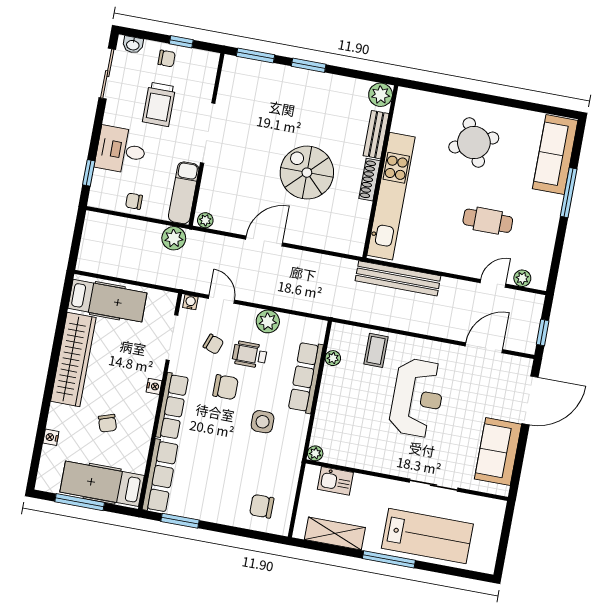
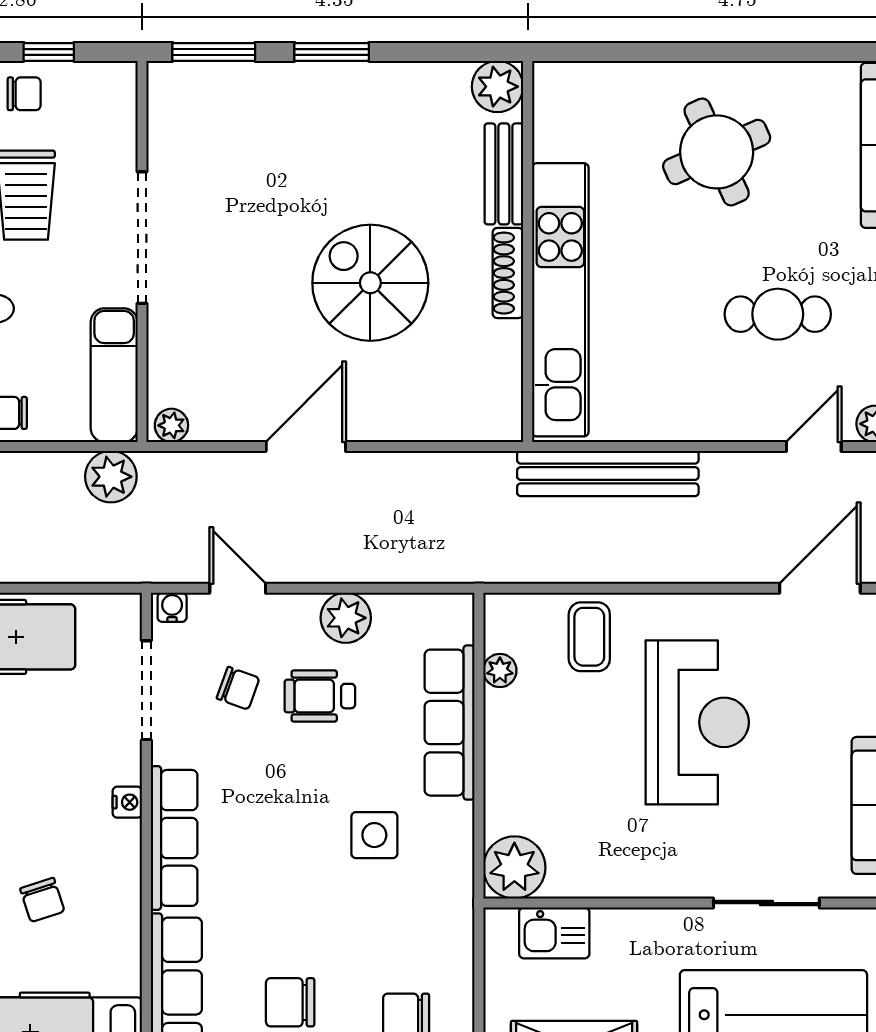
chair: (226, 387) -> (290, 1002), moved, turned 180
plant: (315, 453) -> (514, 867), width x1.87, depth x1.87

